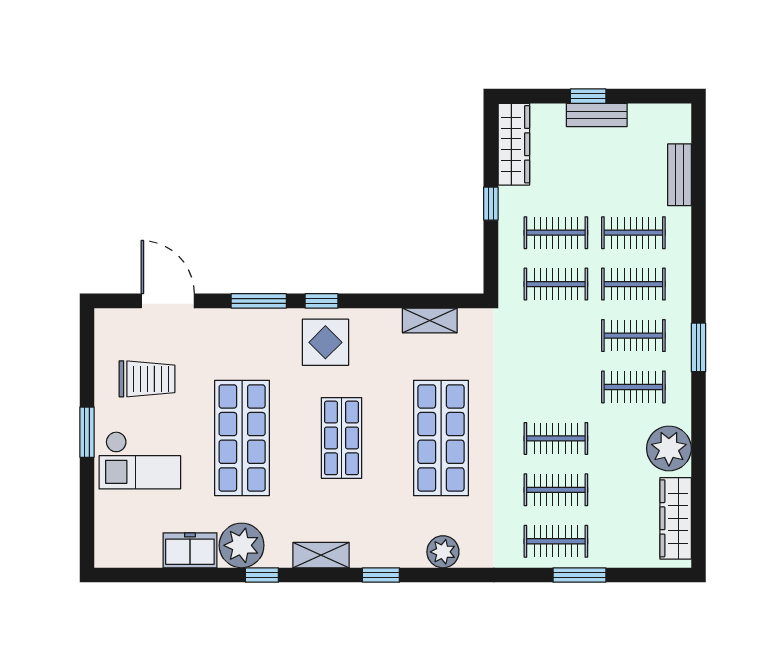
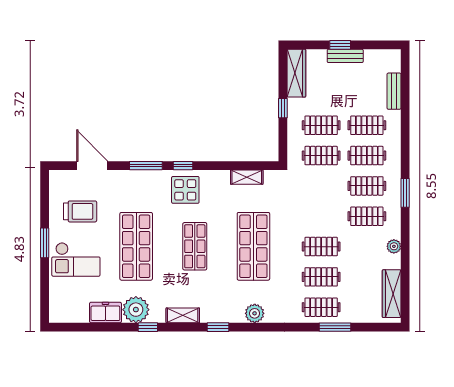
plant: (669, 448) -> (394, 246), width x0.53, depth x0.53

